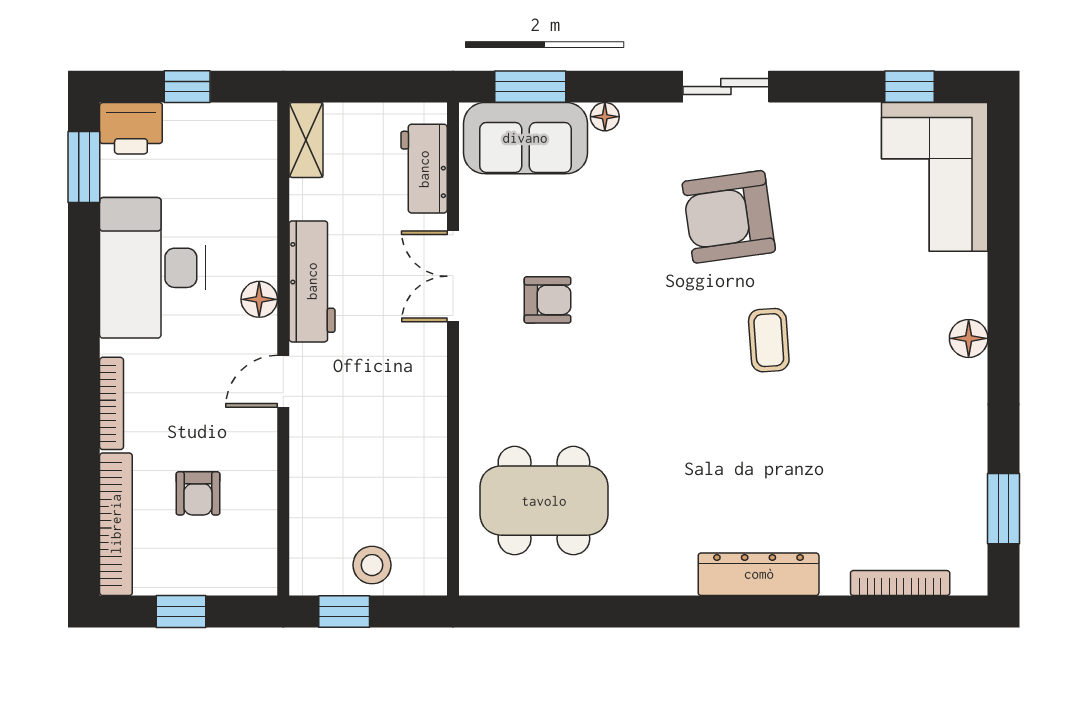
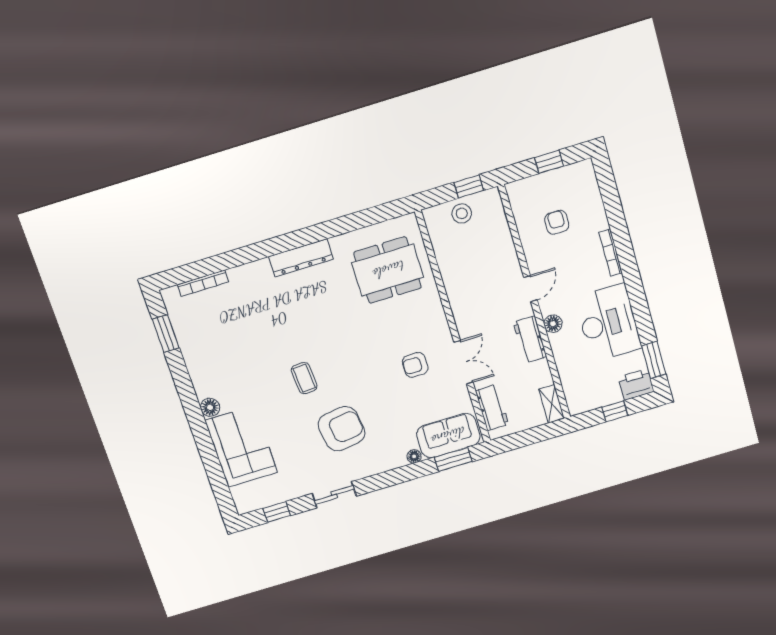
sliding door: (726, 87) -> (334, 495), moved
corner sofa: (935, 177) -> (241, 446), moved
workbench: (312, 281) -> (530, 340), width x0.73
bookcase: (116, 524) -> (593, 195), removed
dresser: (759, 574) -> (301, 258), moved

